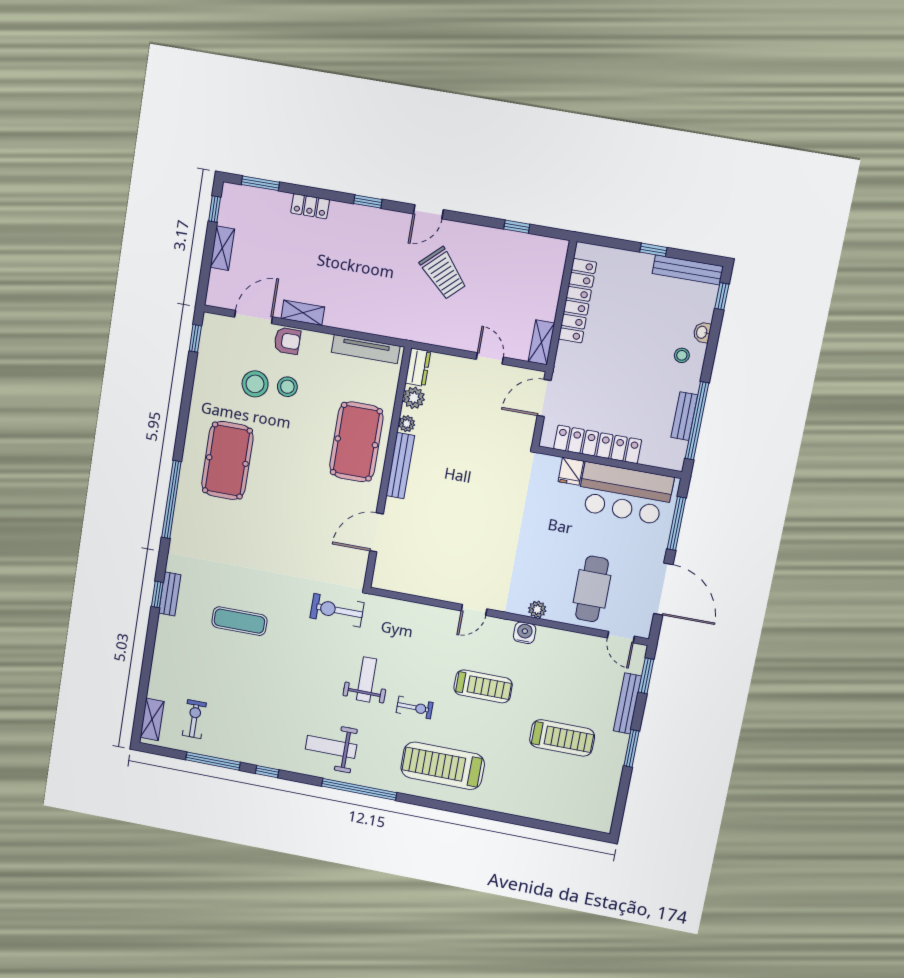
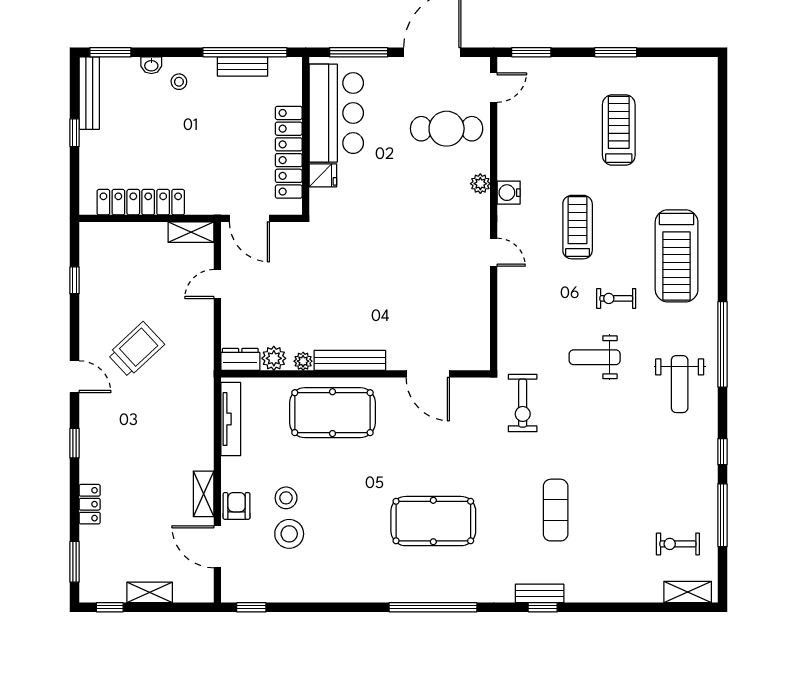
window: (722, 296) -> (110, 52), width x1.50
pool table: (227, 461) -> (433, 521), moved
bench: (627, 704) -> (566, 66), removed
exercise bike: (415, 708) -> (616, 298), turned -90

